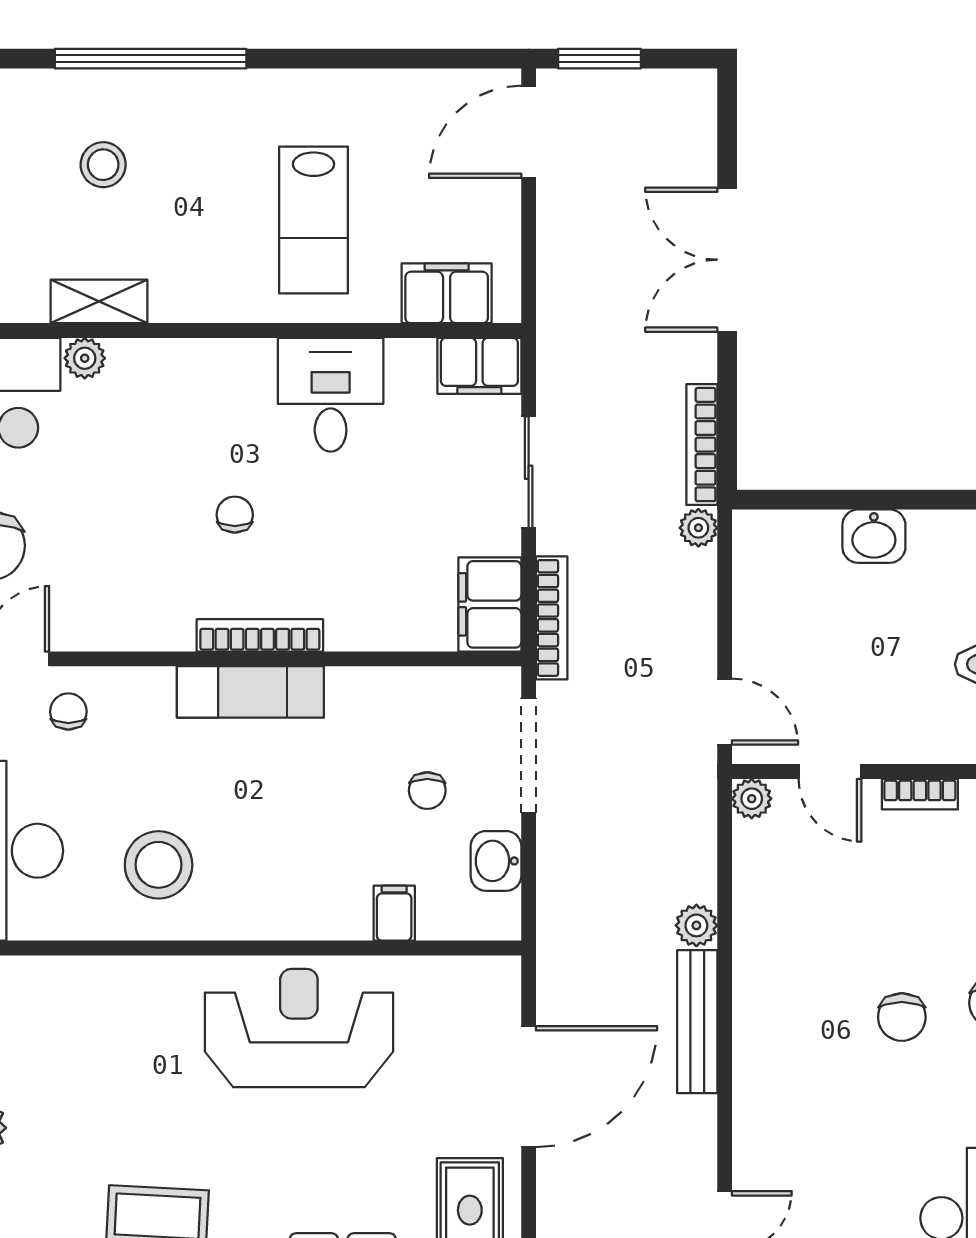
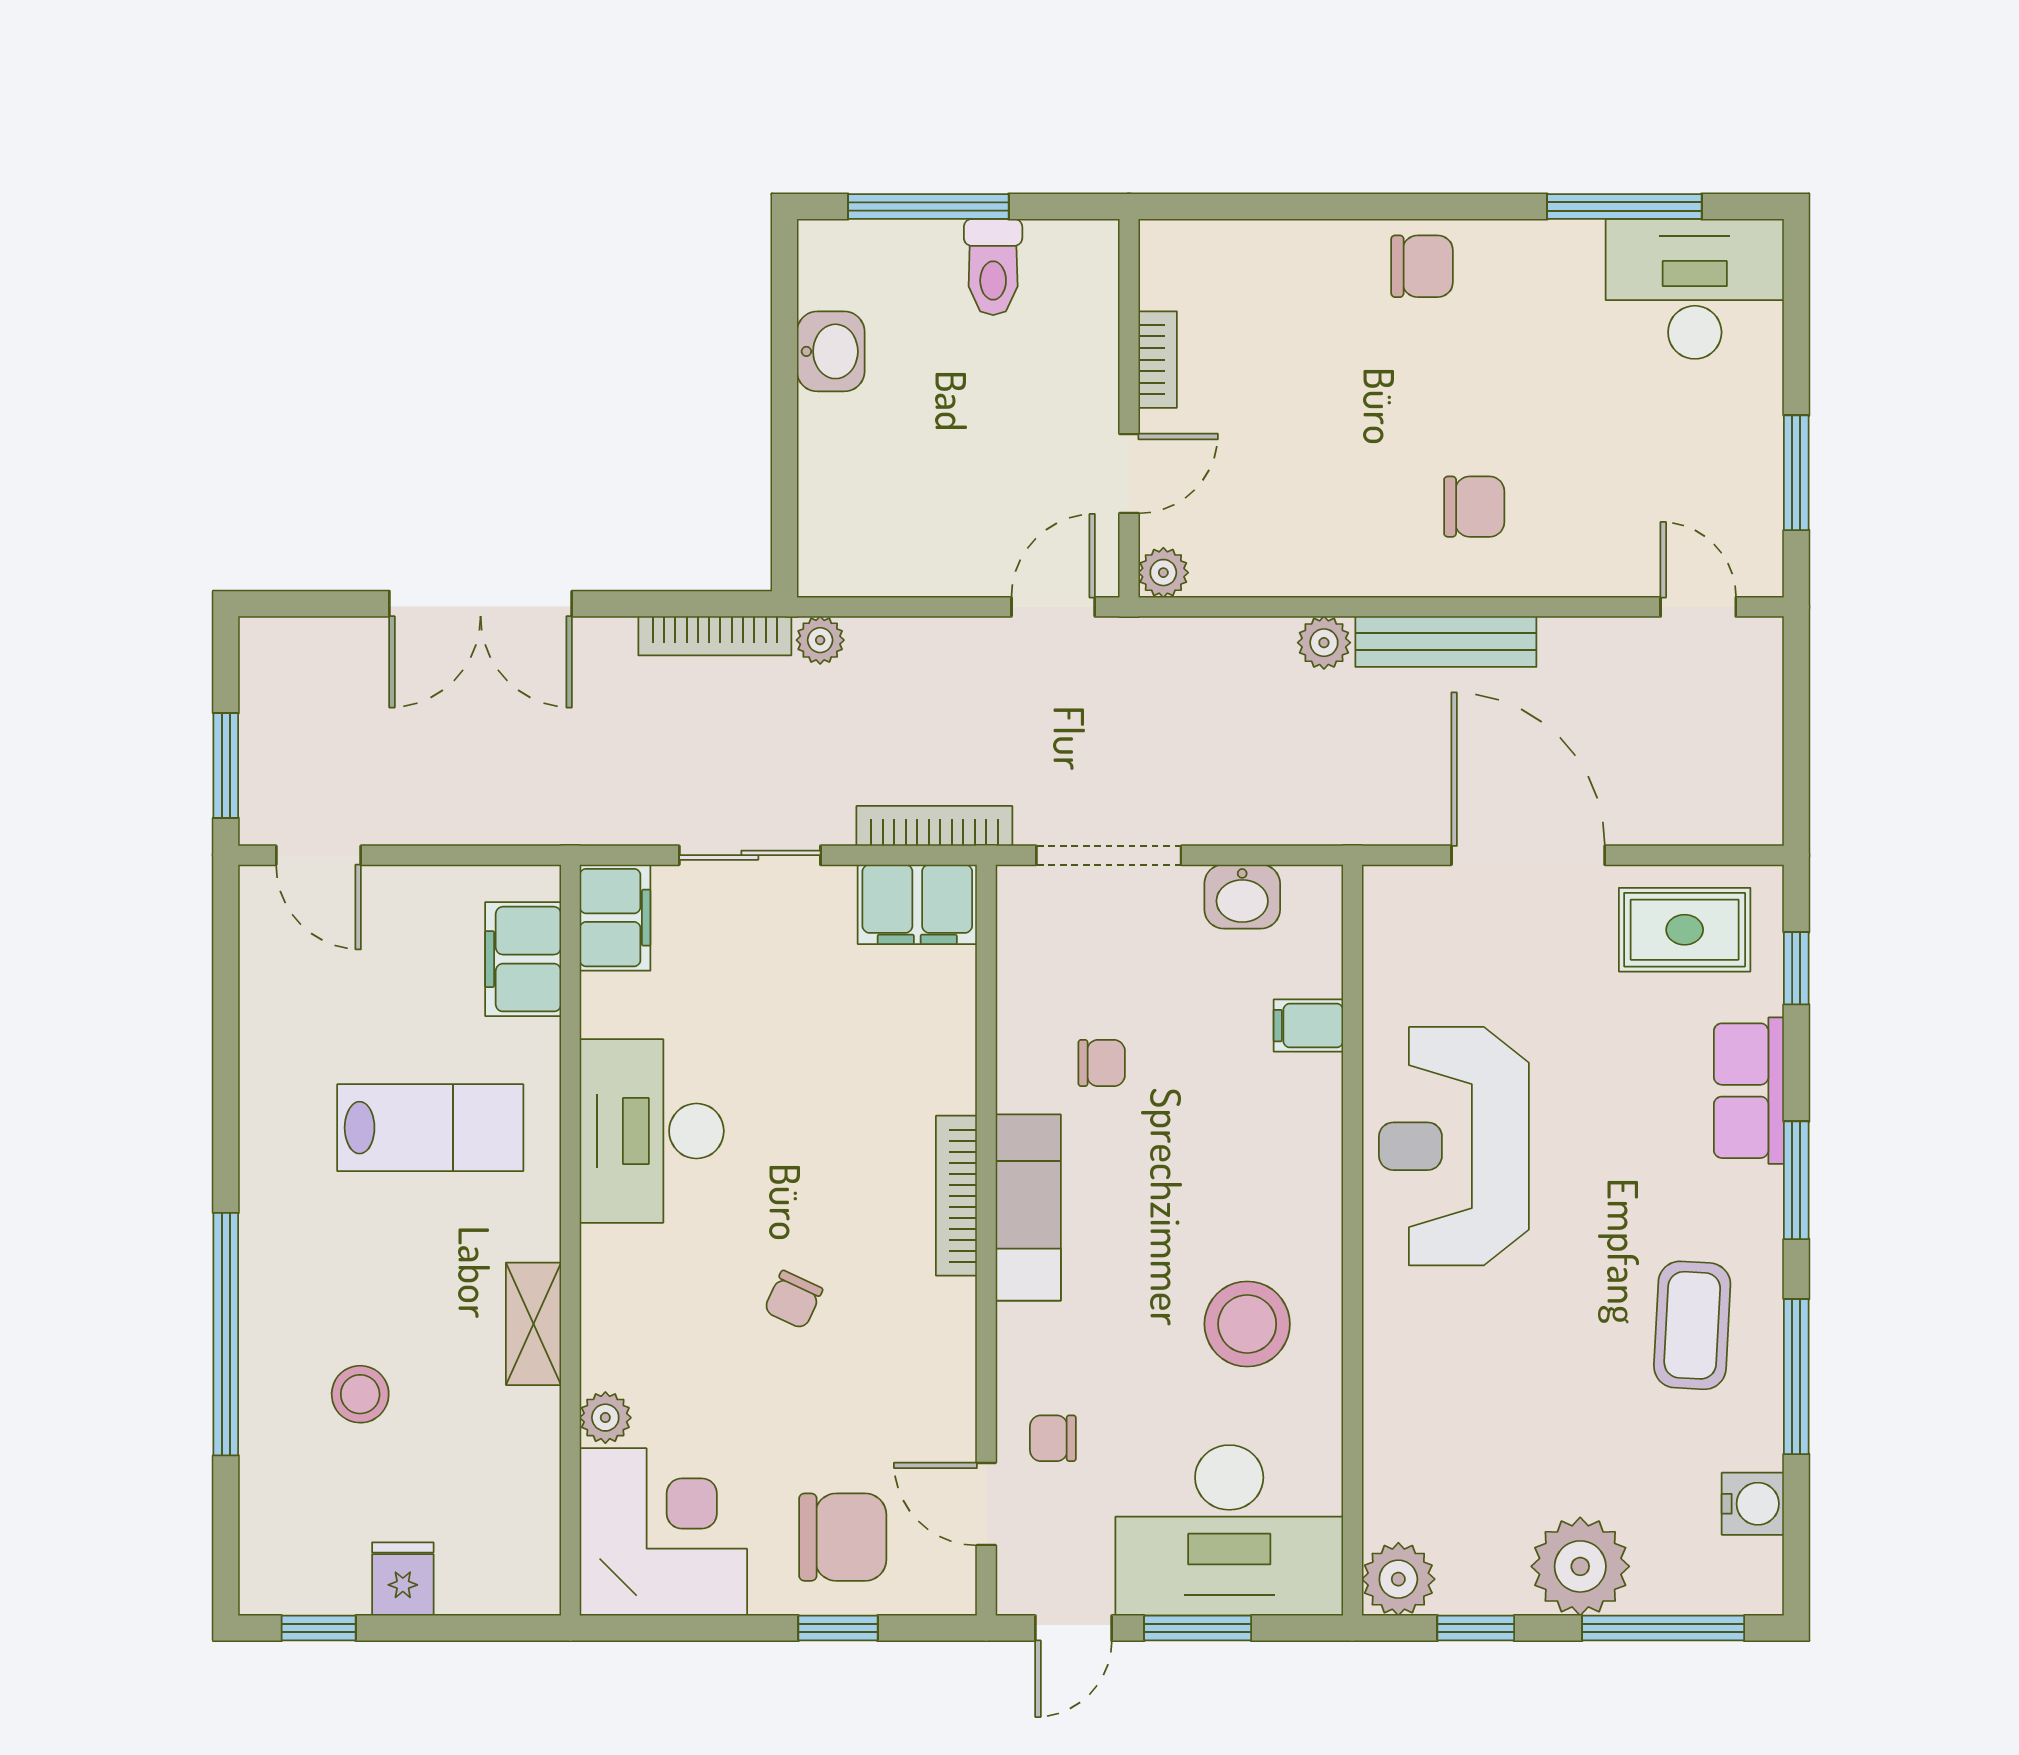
door: (529, 132) -> (319, 855), width x0.73
shelving: (99, 301) -> (533, 1324), moved
desk: (331, 395) -> (652, 1131), width x1.37
chair: (235, 515) -> (793, 1300), moved, turned -65
washbasin: (874, 536) -> (831, 351), moved
chair: (427, 791) -> (1102, 1063), moved
chair: (902, 1017) -> (1474, 507), moved

